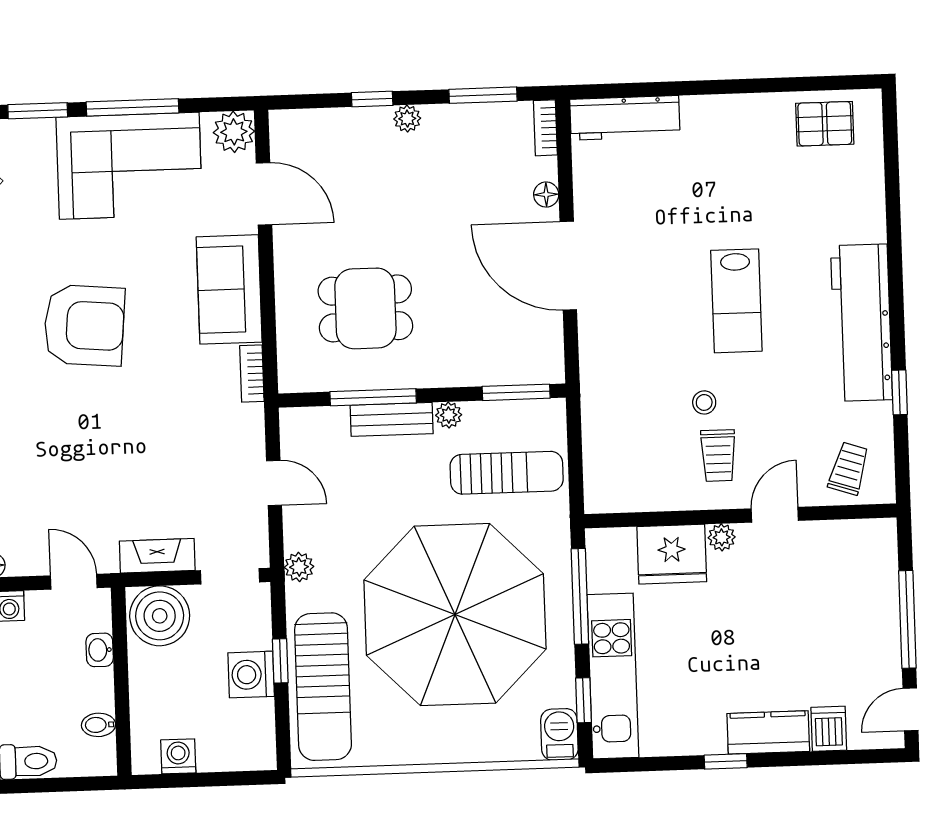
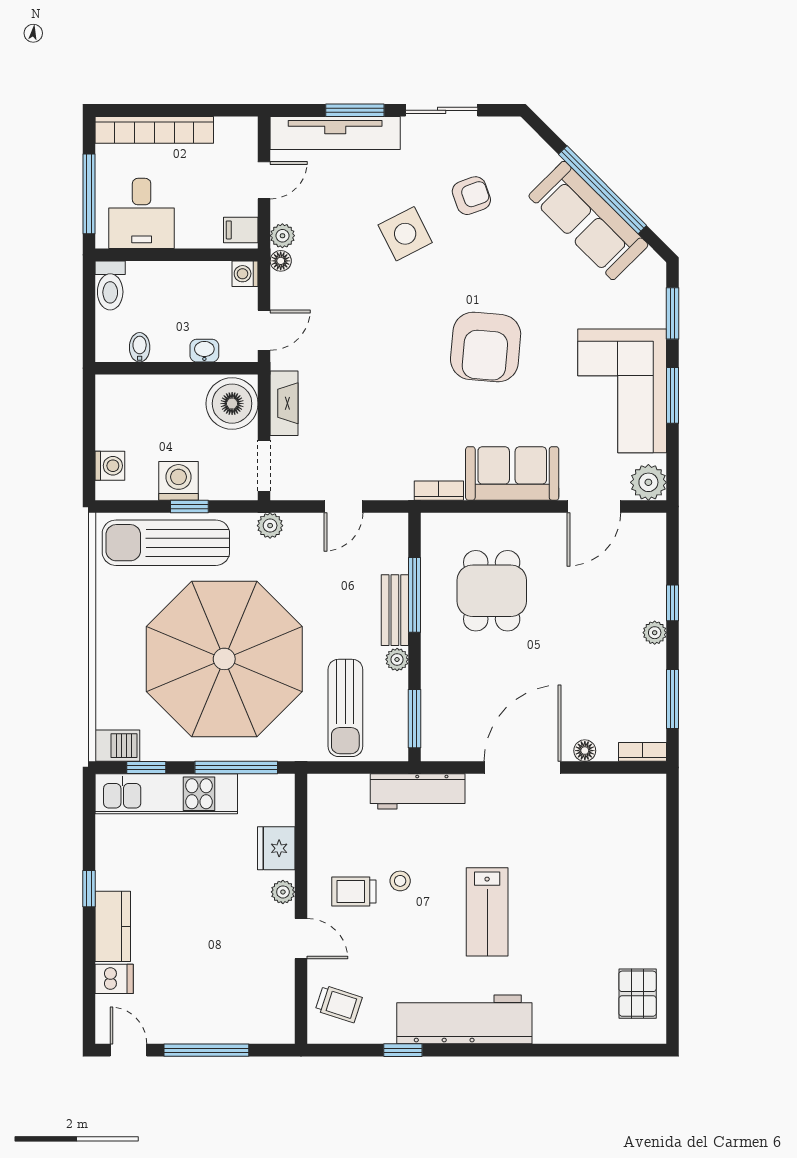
window: (133, 107) -> (673, 395), width x0.69
workbench: (625, 118) -> (418, 791), moved, turned -90
lab bench: (736, 301) -> (487, 912), turned -90
fridge: (672, 554) -> (276, 848), width x0.73, depth x0.75
washing machine: (178, 756) -> (110, 466), moved

